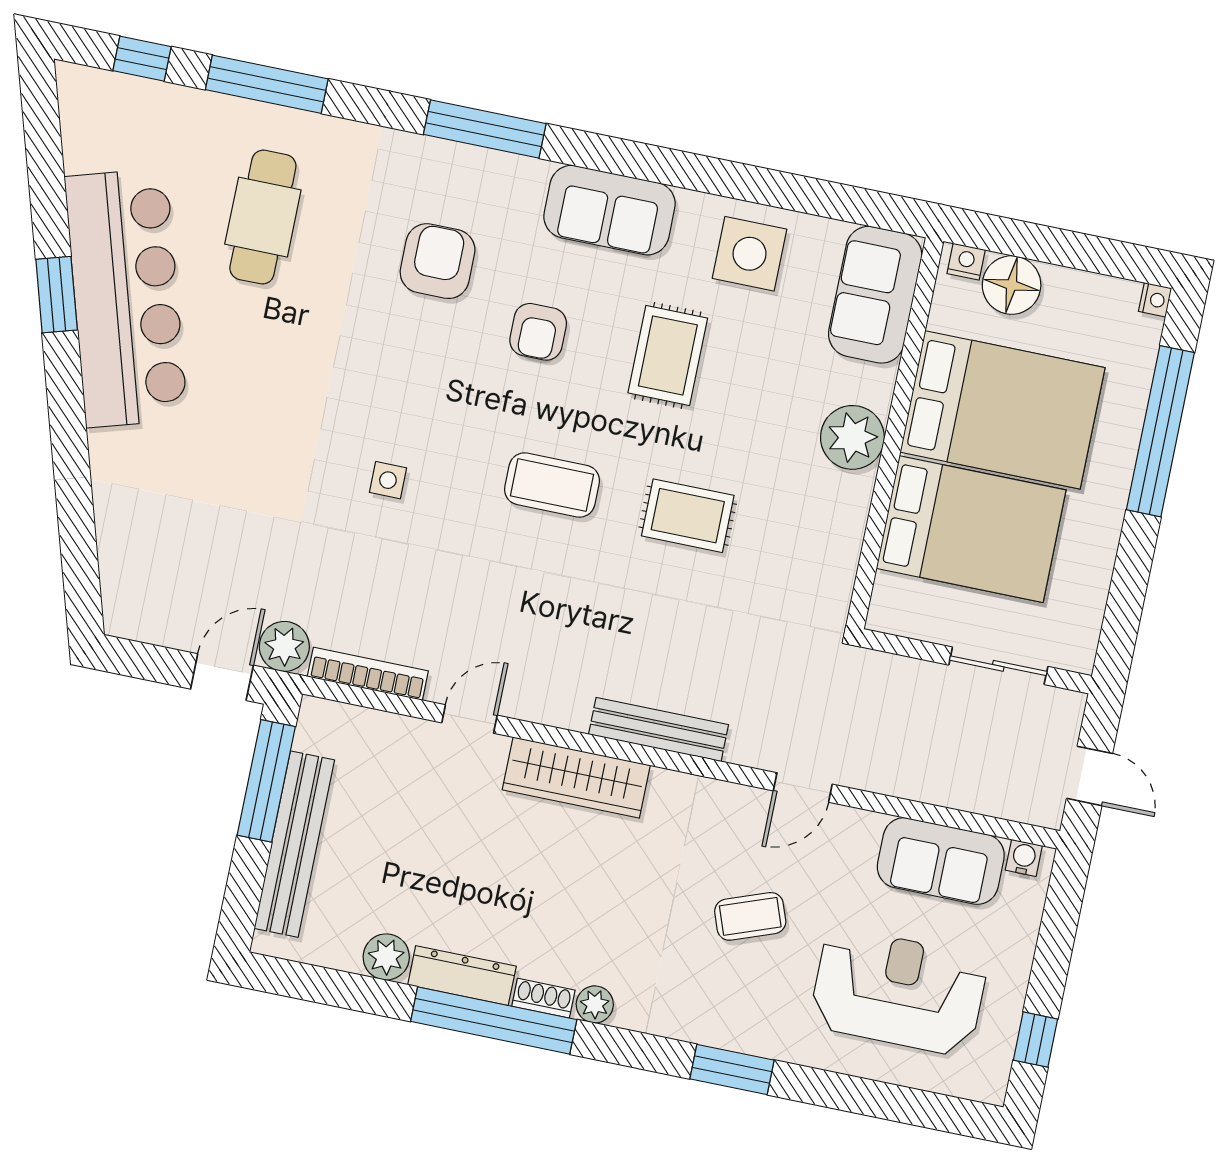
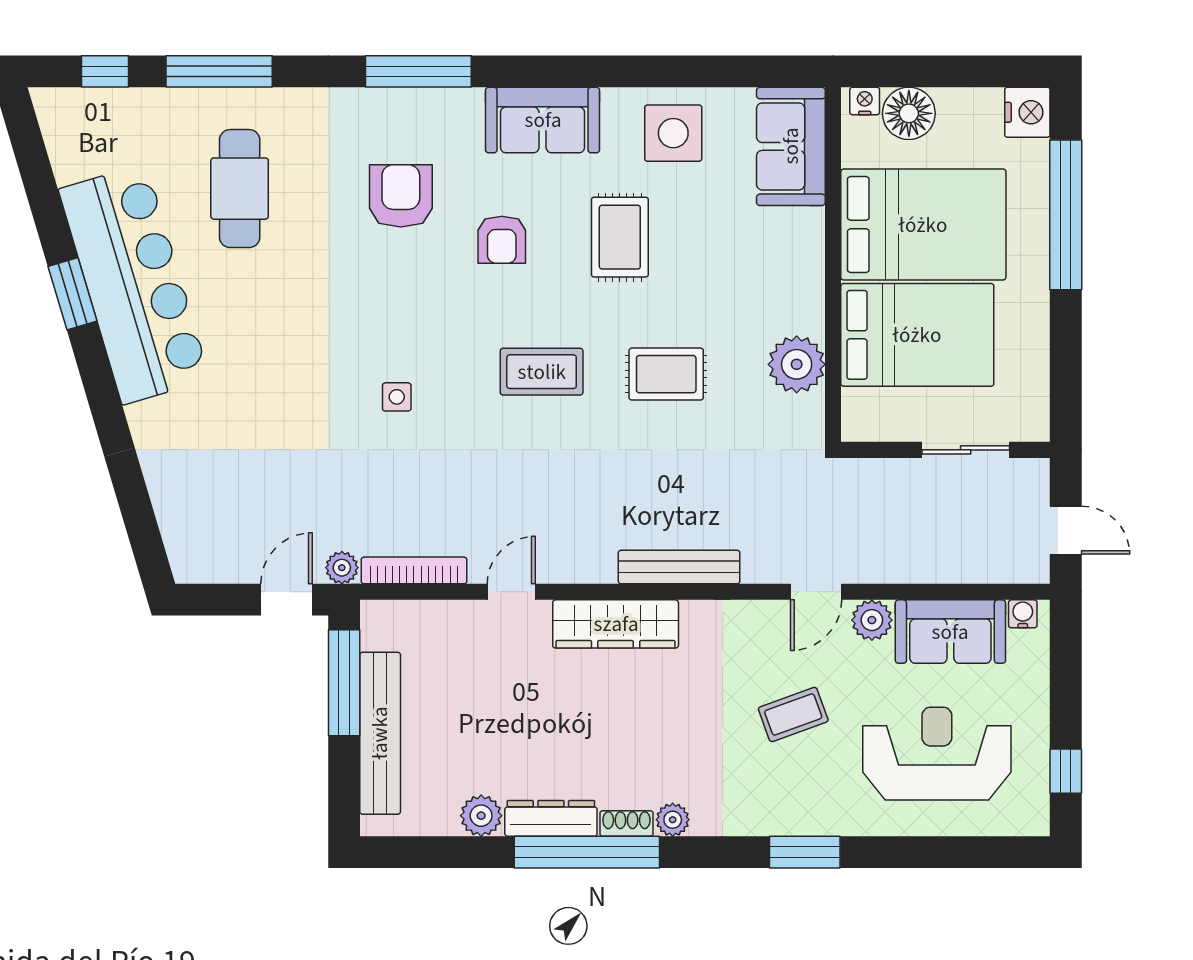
nightstand: (1155, 300) -> (1027, 112), width x1.89, depth x1.79
plant: (852, 437) -> (797, 364), moved
plant: (284, 646) -> (342, 568), width x0.73, depth x0.73
plant: (857, 831) -> (872, 620), added

